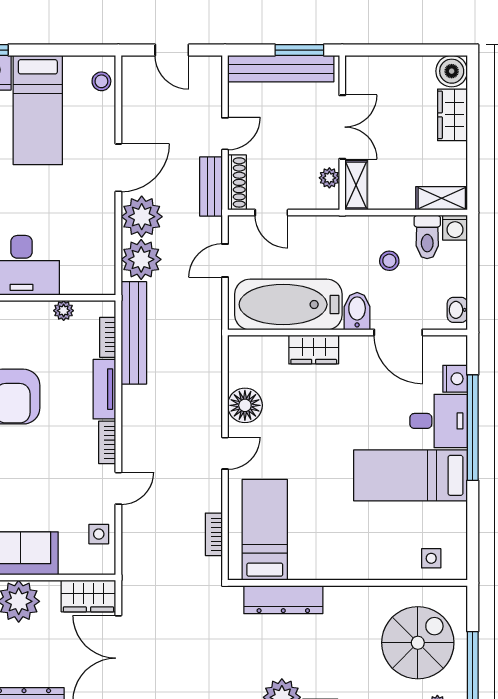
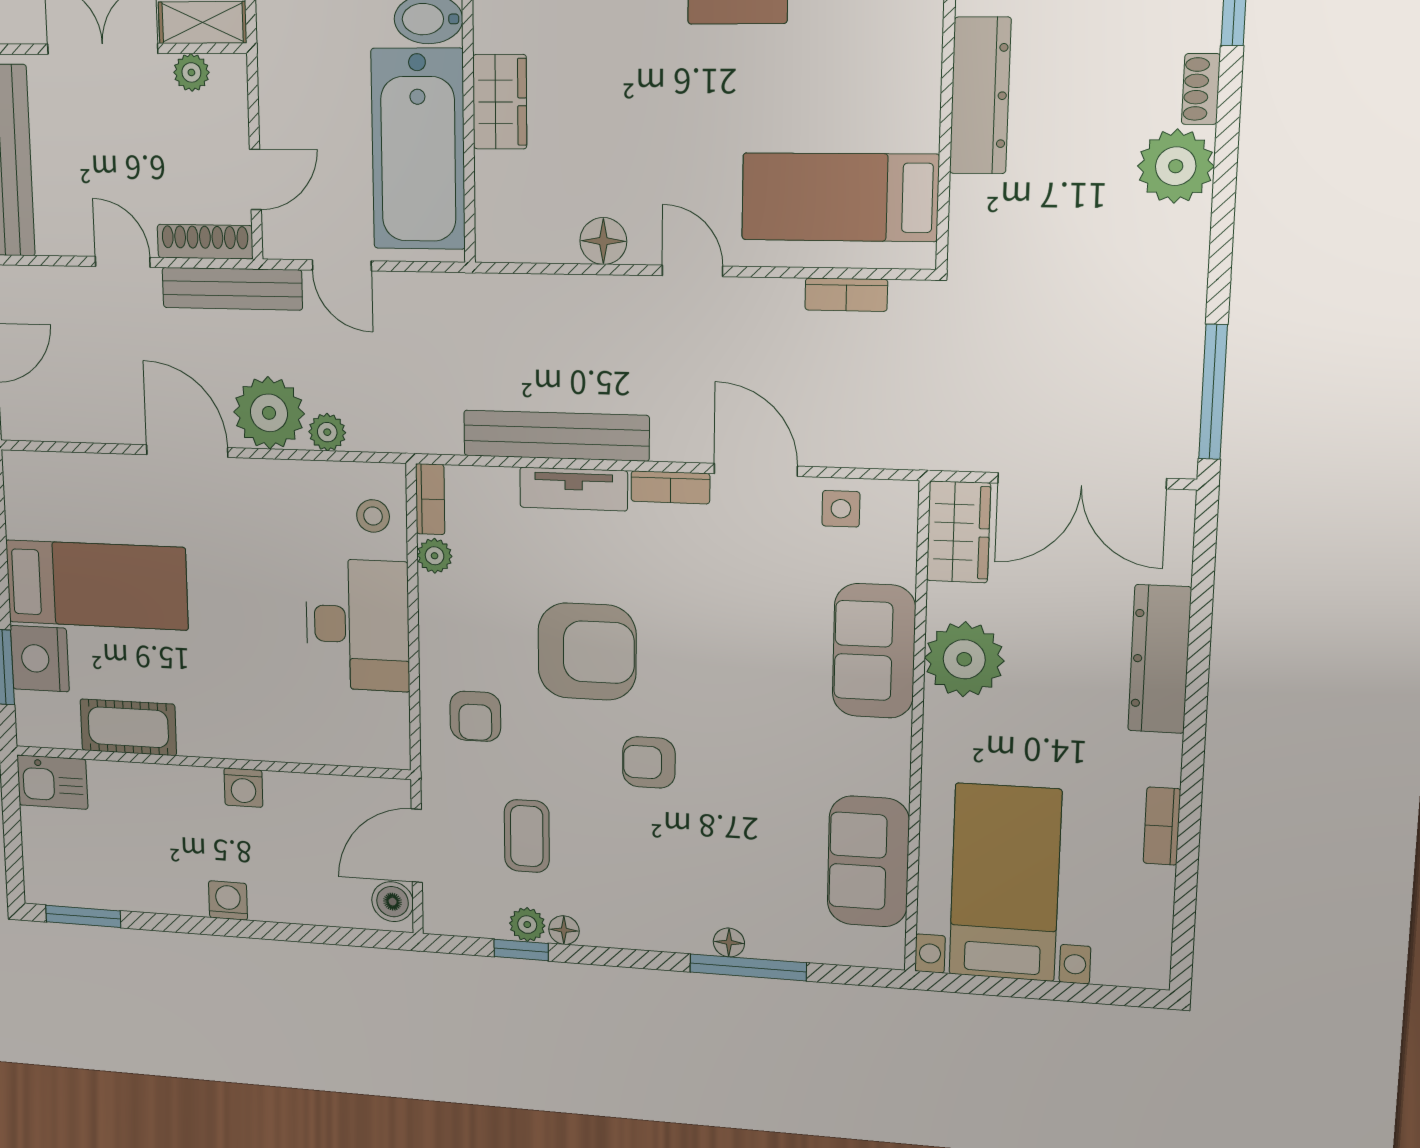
stool: (101, 81) -> (373, 516), moved
bench: (211, 187) -> (232, 289), width x1.36
plant: (141, 259) -> (327, 432), width x0.53, depth x0.53
bench: (134, 333) -> (556, 436), moved
bookcase: (108, 337) -> (430, 499), moved, turned -90
floor lamp: (245, 405) -> (603, 241), width x0.73, depth x0.73
door: (118, 488) -> (756, 470), width x1.38
dresser: (283, 600) -> (980, 96), moved

